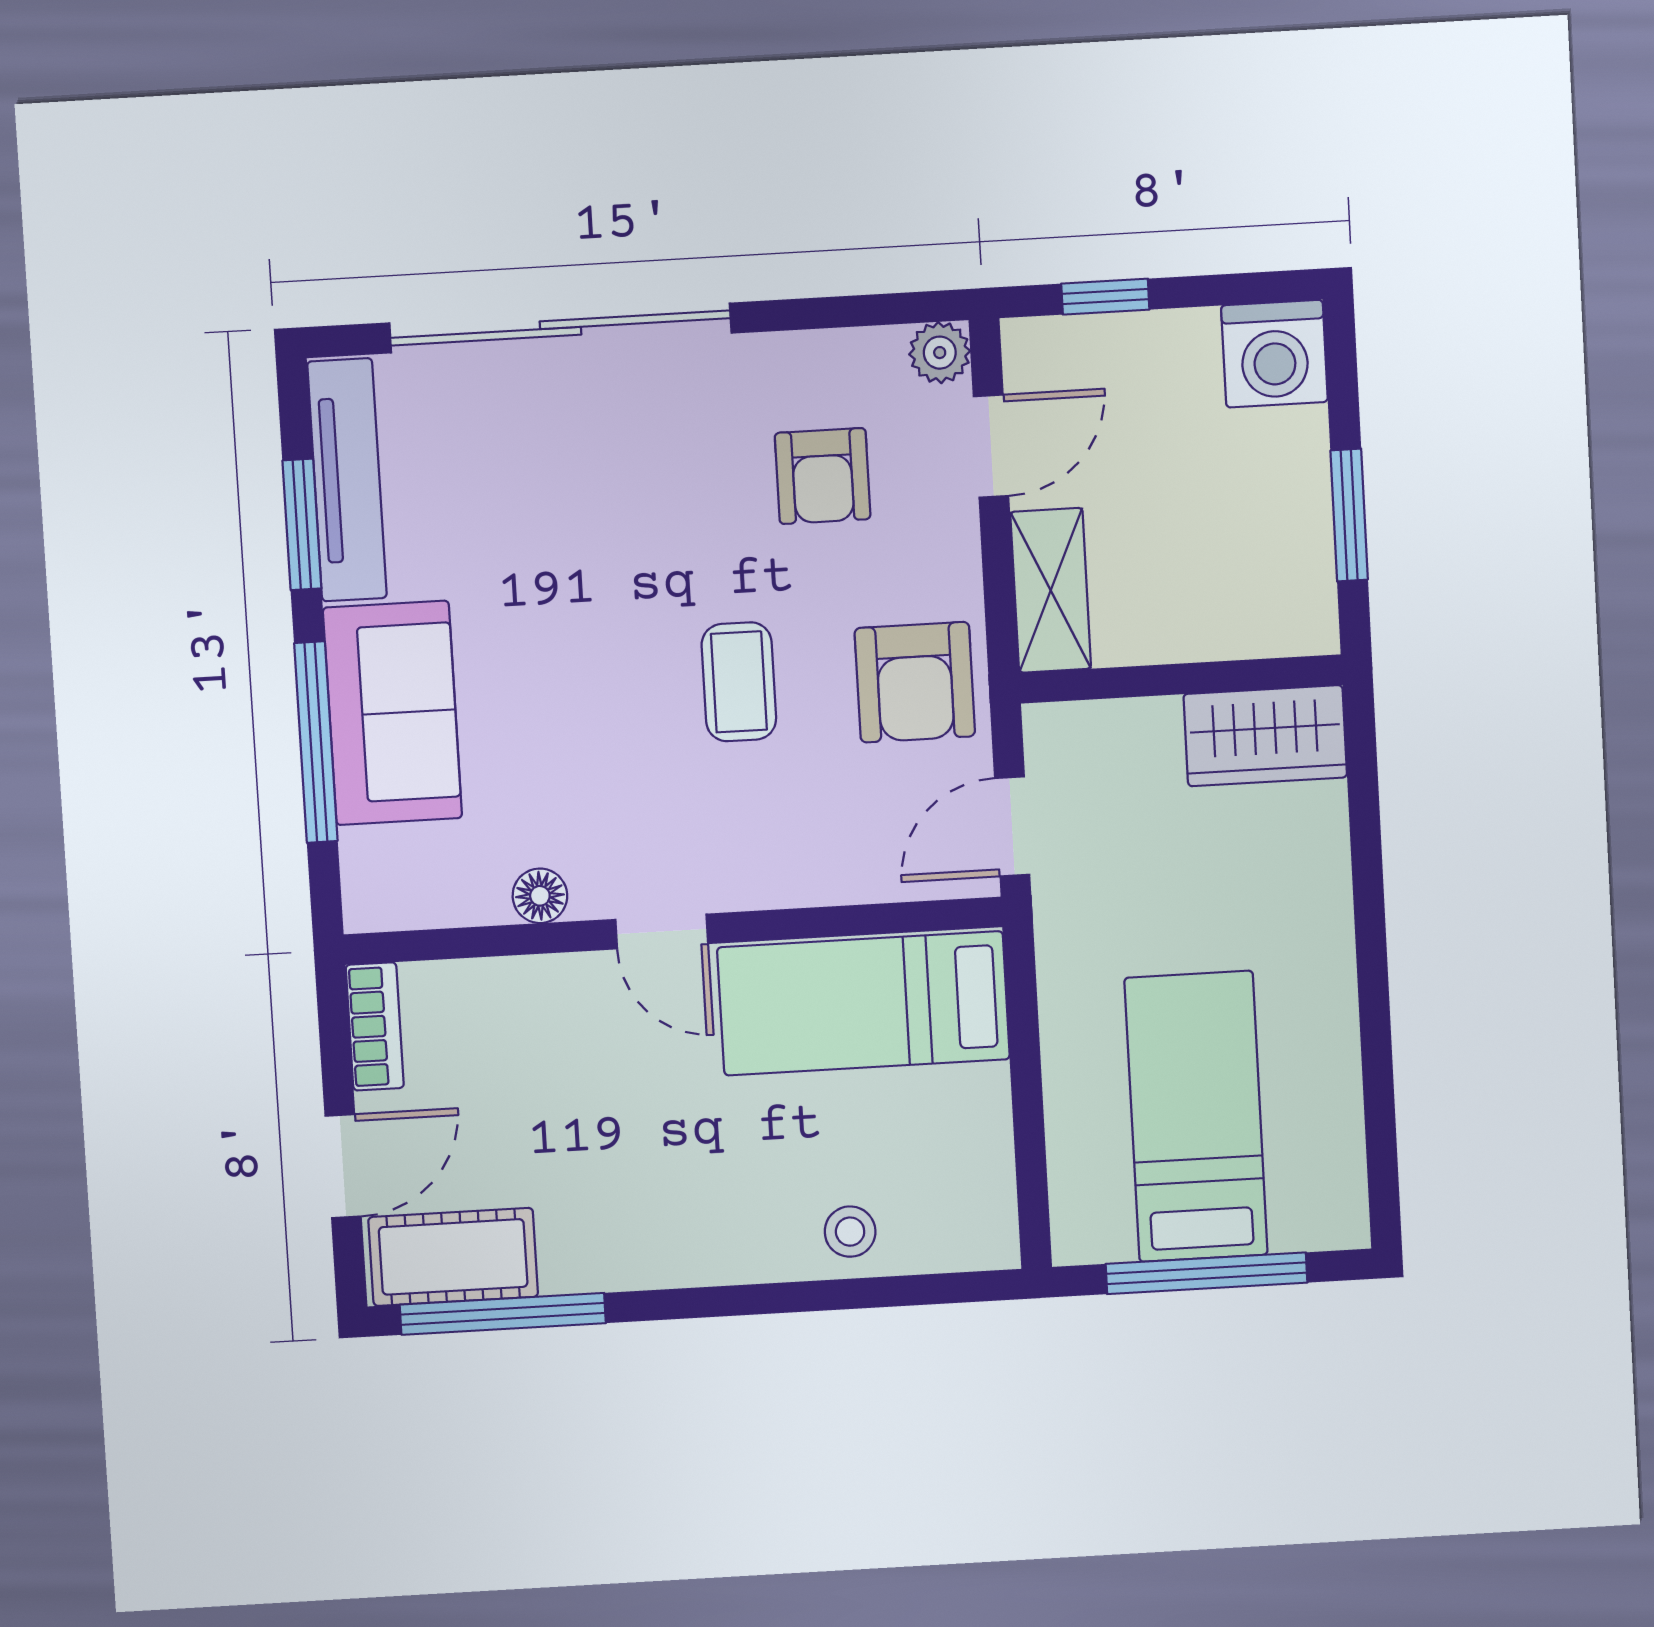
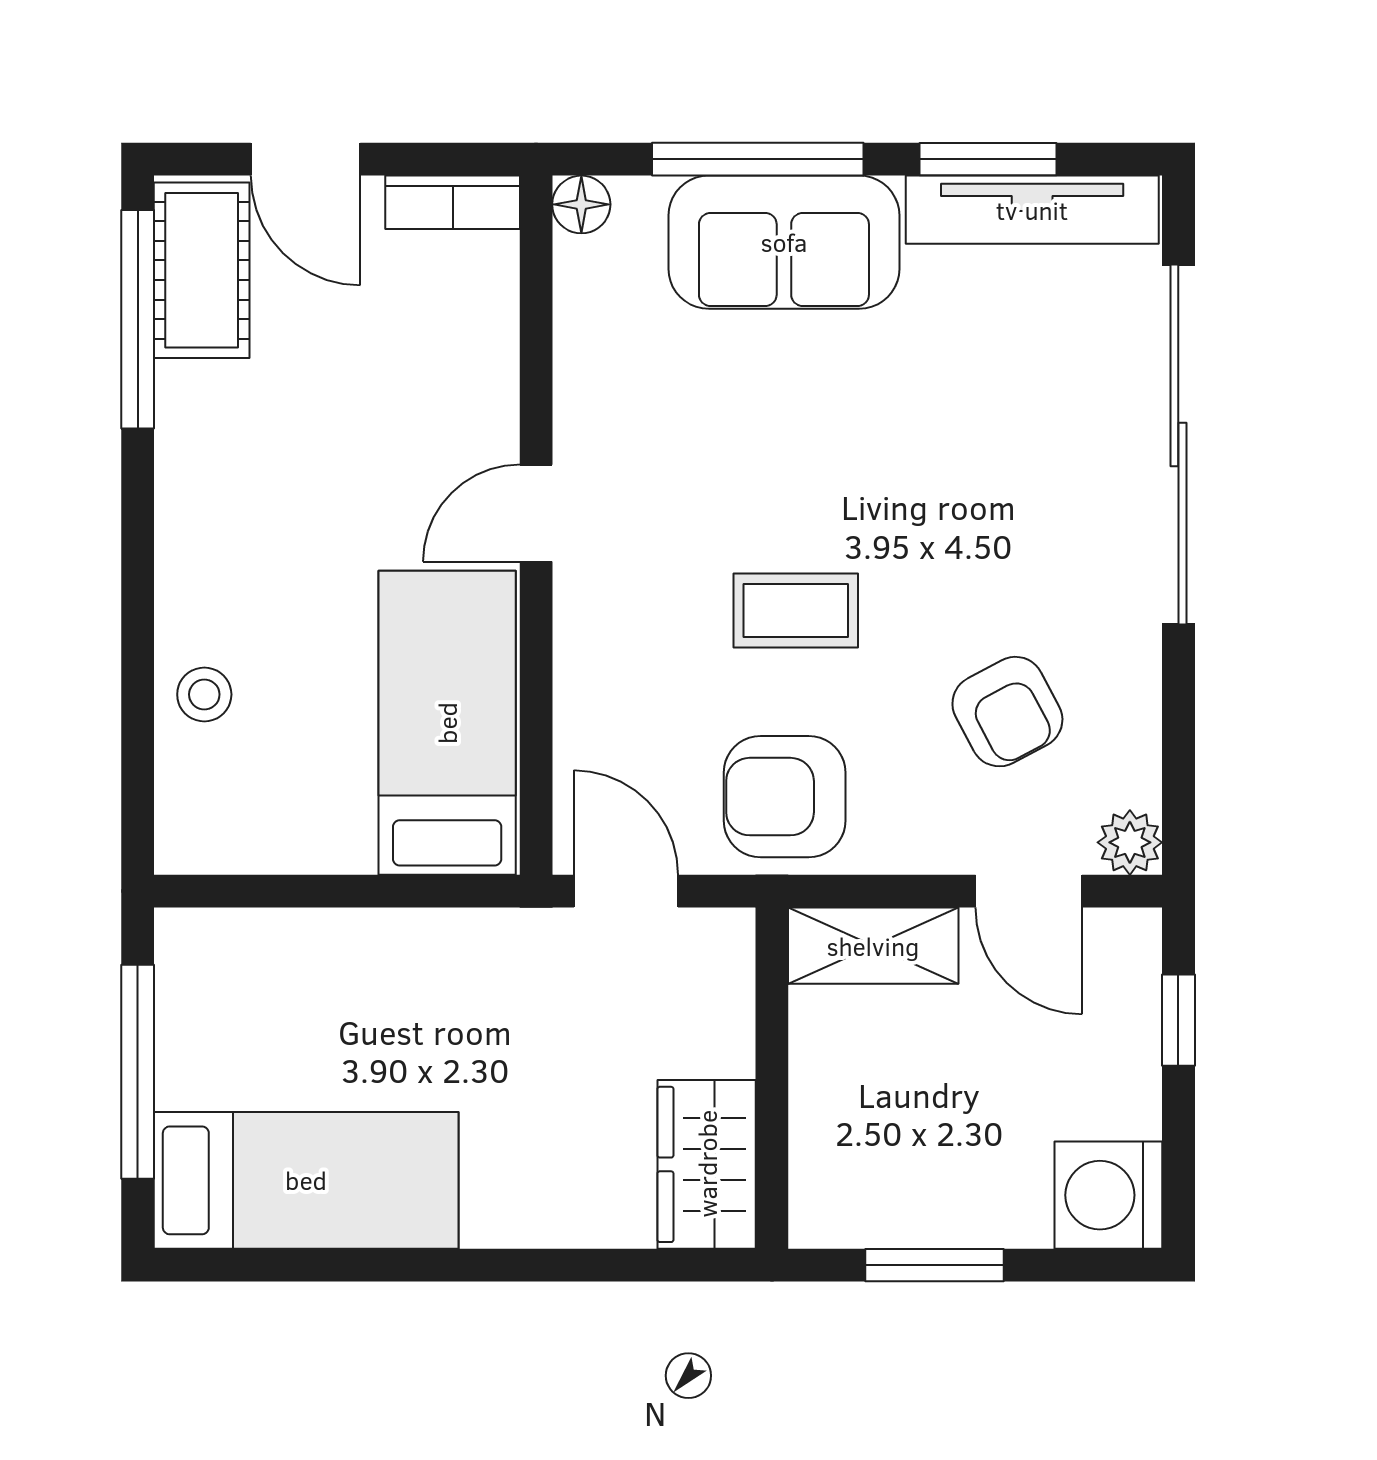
armchair: (823, 476) -> (1007, 712), turned -118
floor lamp: (540, 896) -> (581, 204), moved
bed: (1196, 1116) -> (306, 1180), moved

